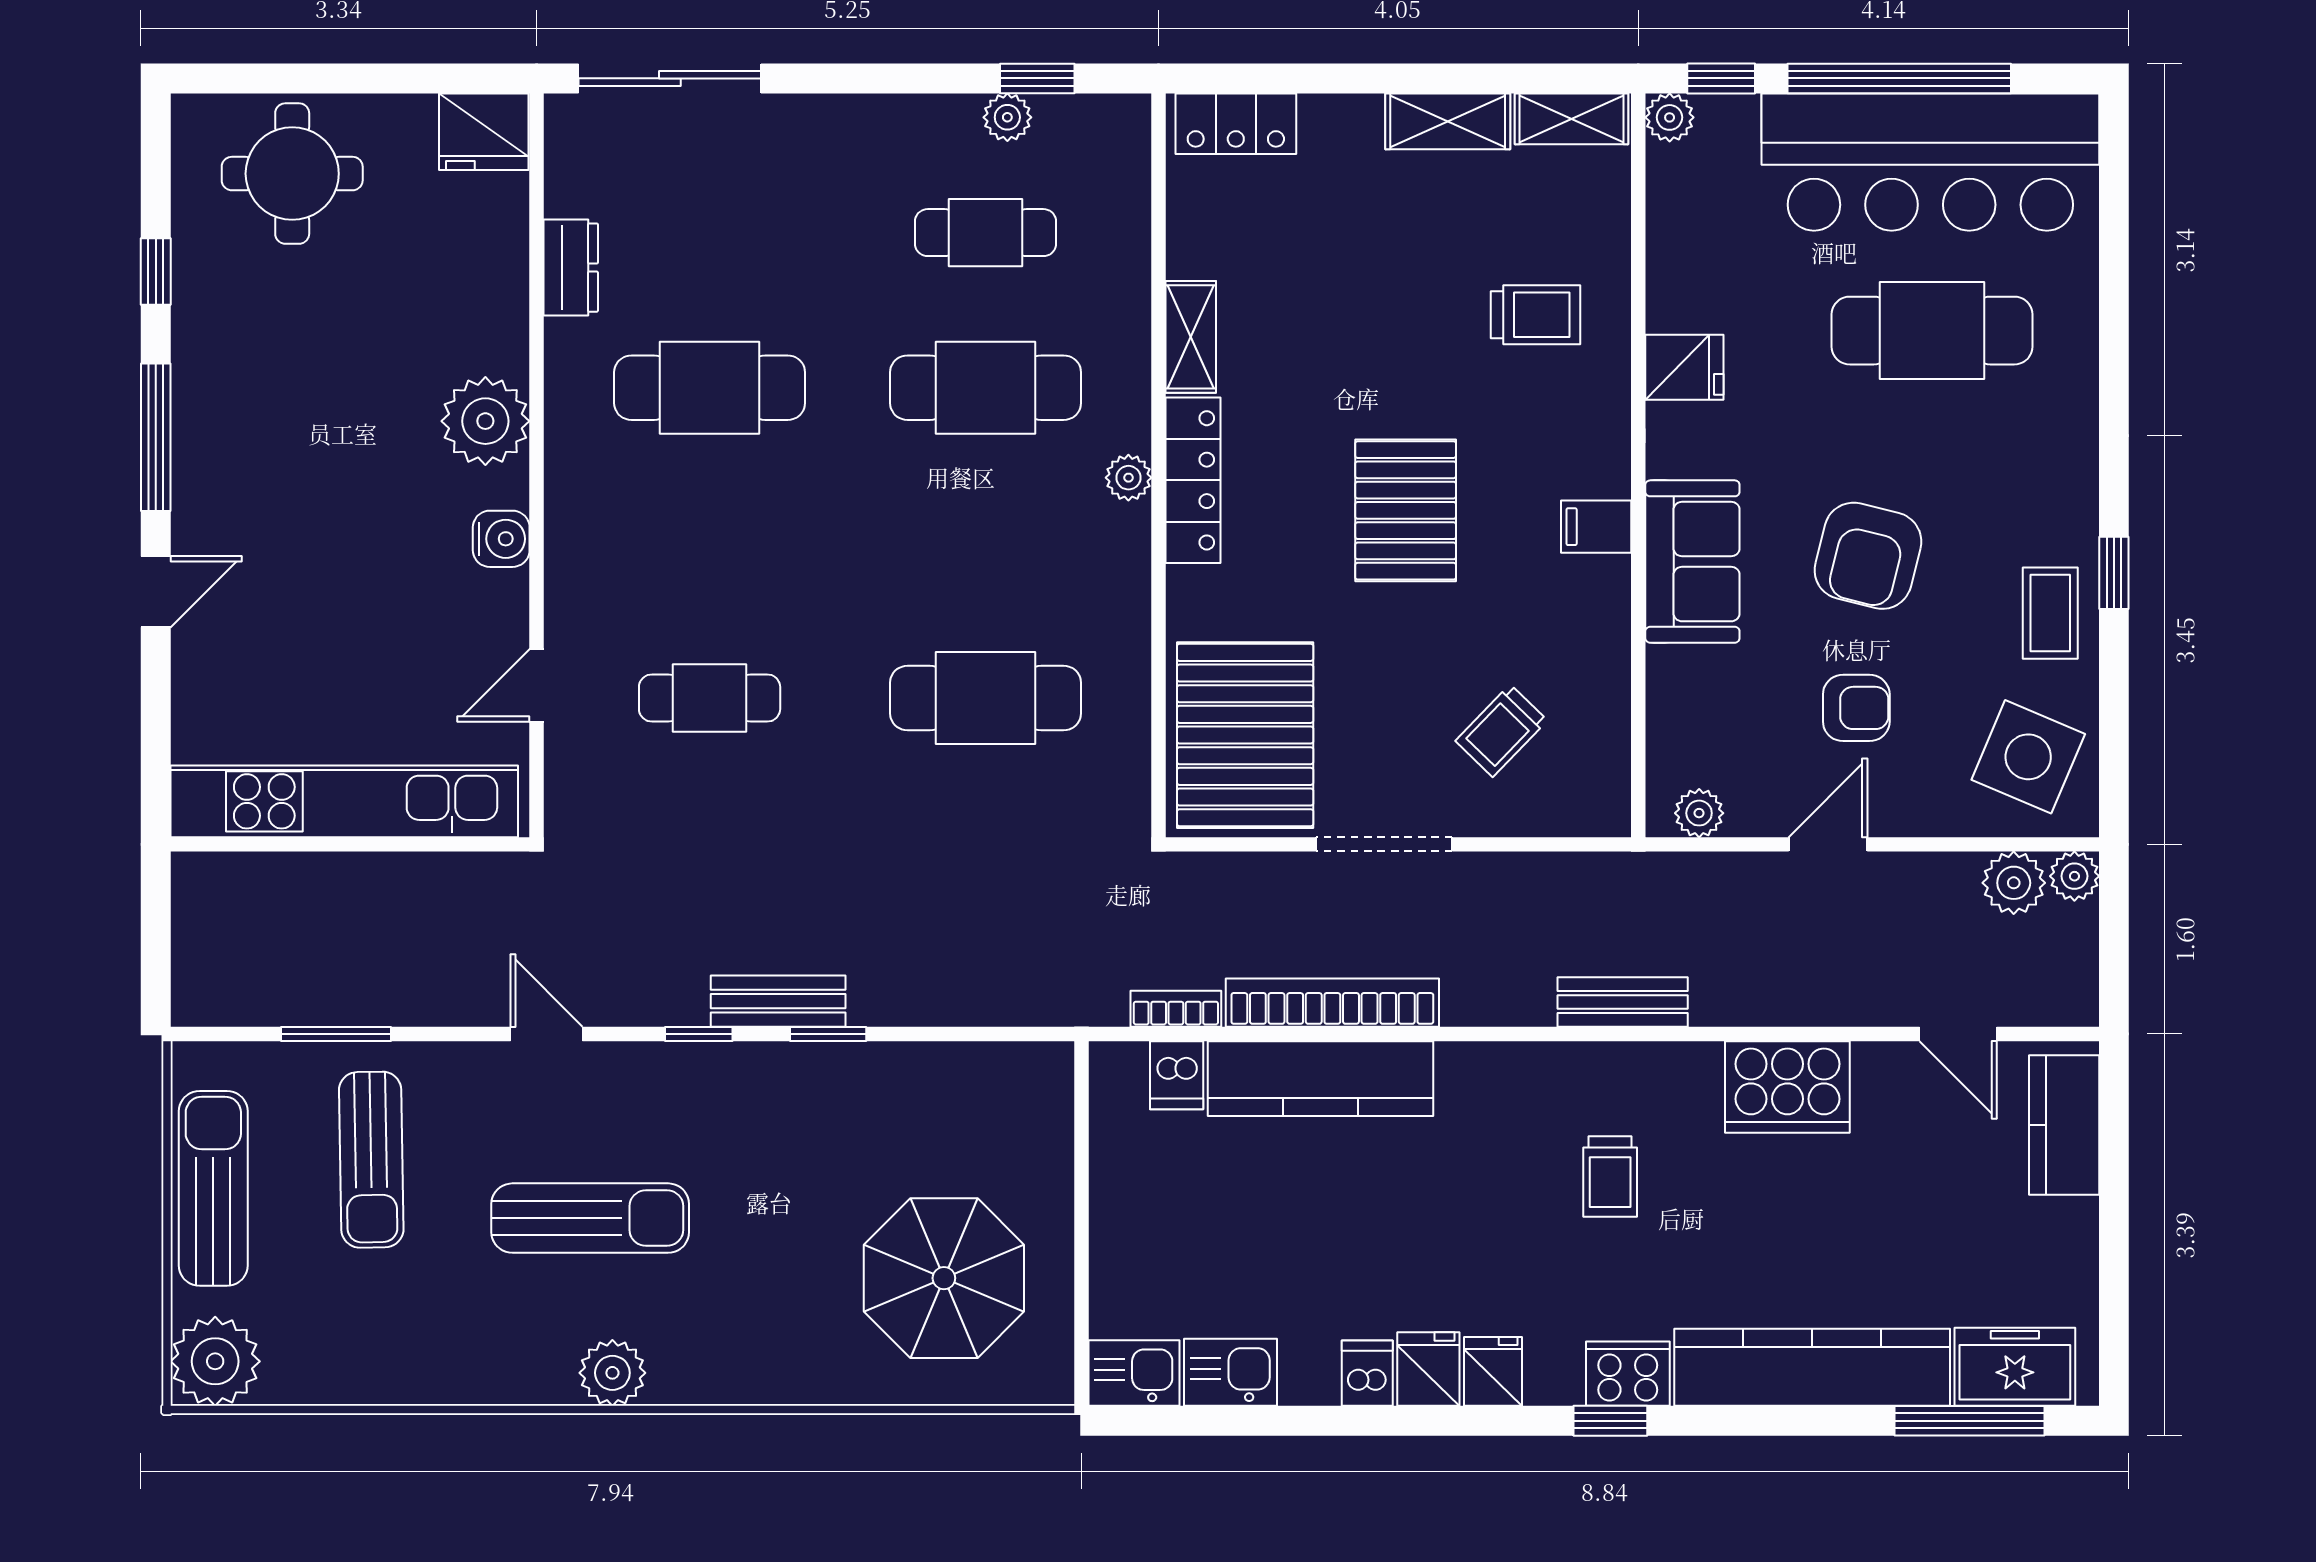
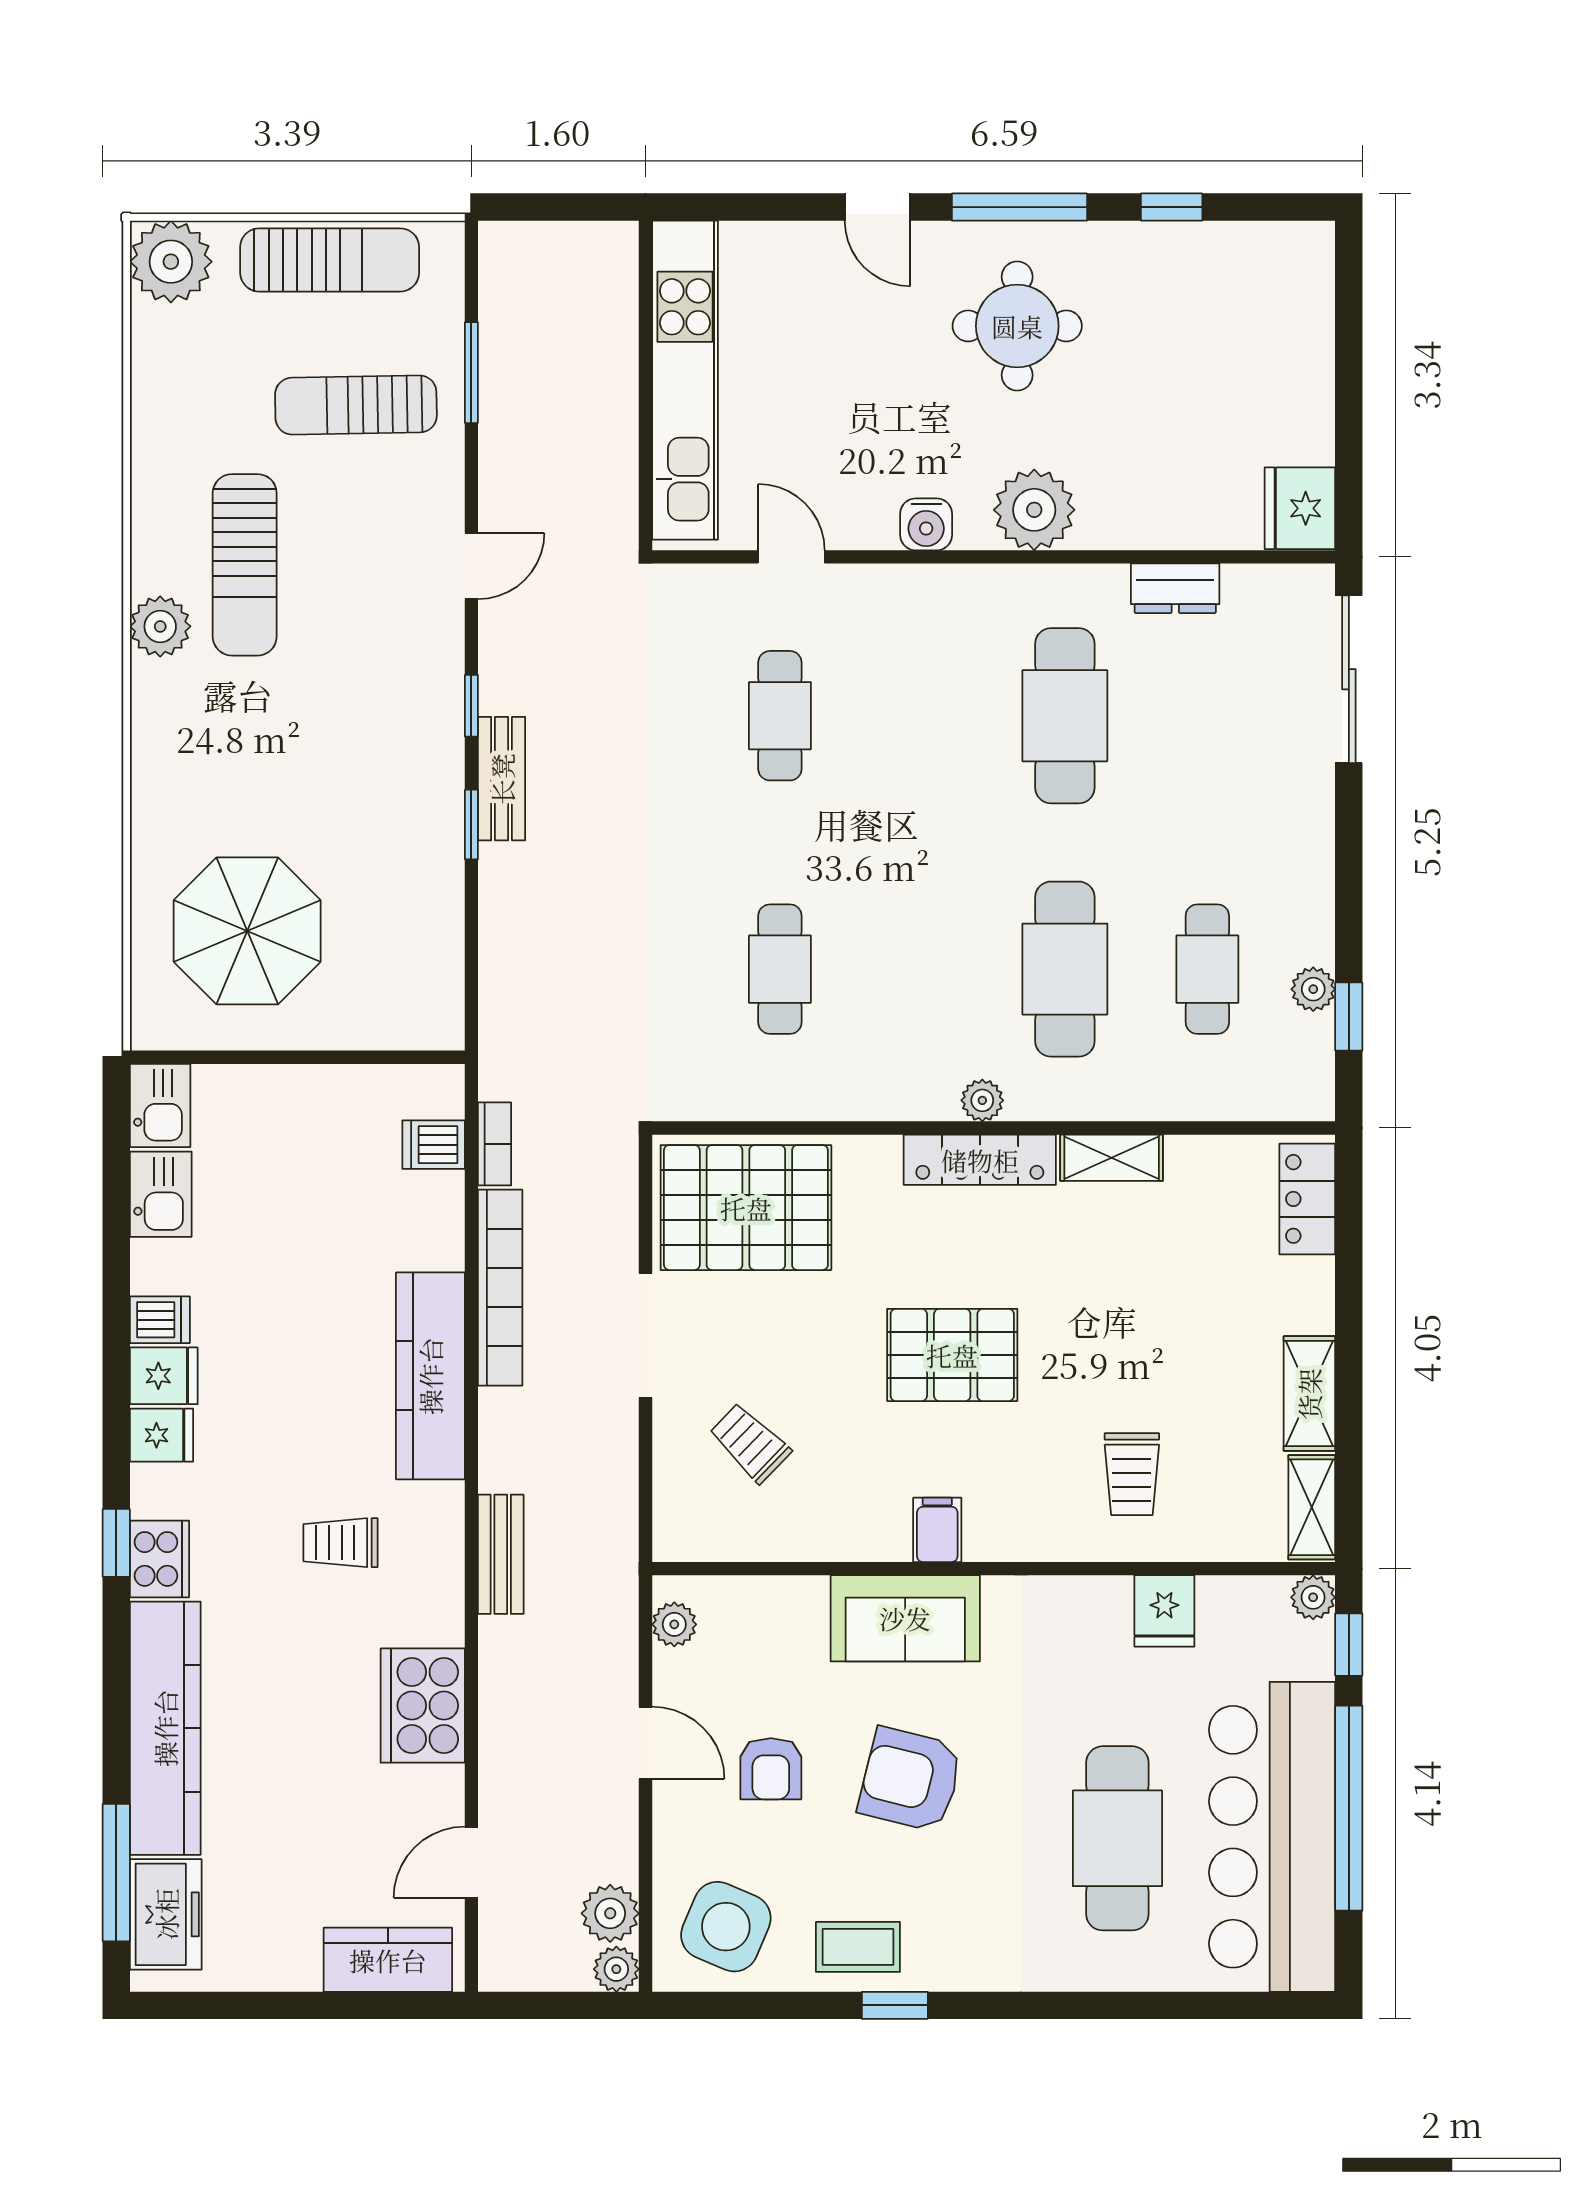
round table: (292, 174) -> (1017, 326), moved
fridge: (1684, 367) -> (1164, 1611), moved
cafe table: (986, 698) -> (780, 969), width x0.73, depth x0.74
kitchen counter: (1320, 1079) -> (430, 1376), moved
sun lounger: (590, 1218) -> (245, 565), moved

